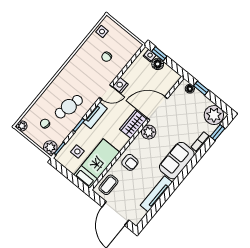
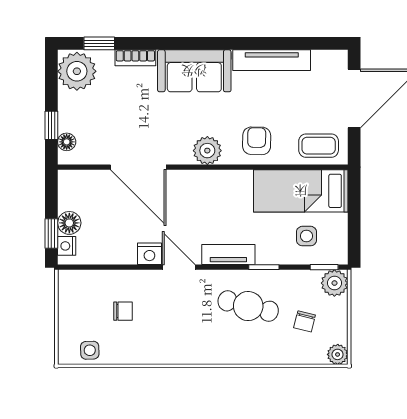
wardrobe: (133, 124) -> (194, 184), removed
plant: (149, 132) -> (207, 151), moved

